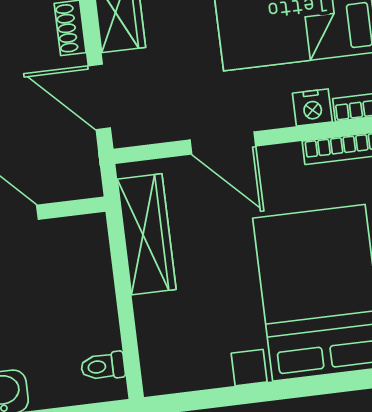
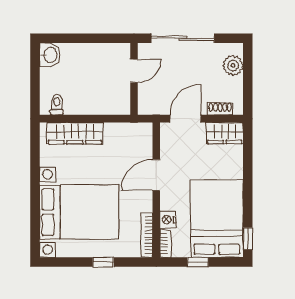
wardrobe: (147, 234) -> (75, 133), moved

